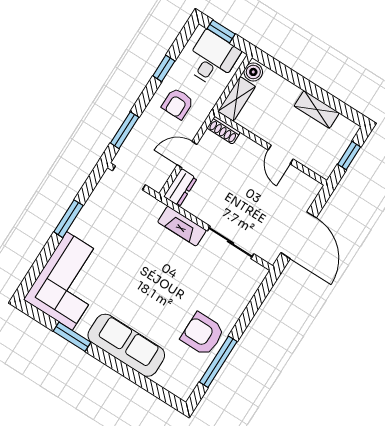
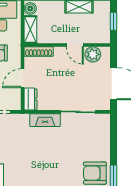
shoe rack: (224, 130) -> (39, 52), width x1.43
plant: (296, 181) -> (93, 54), added

